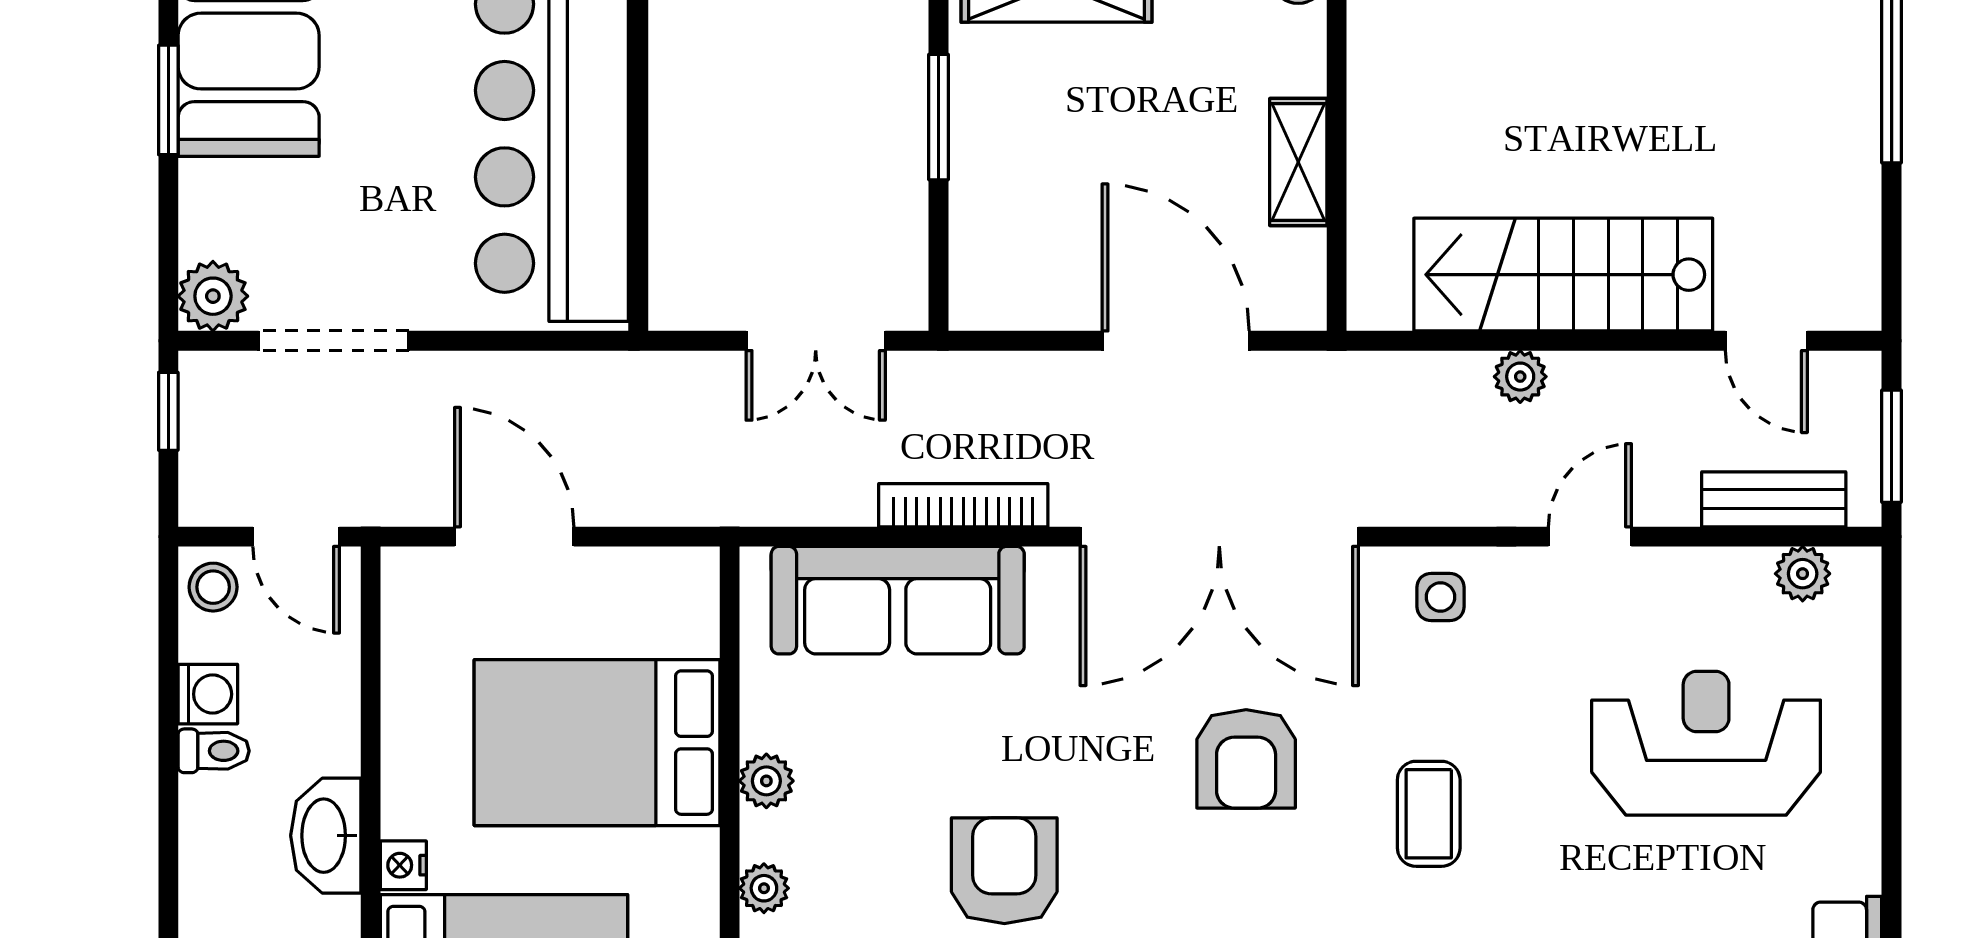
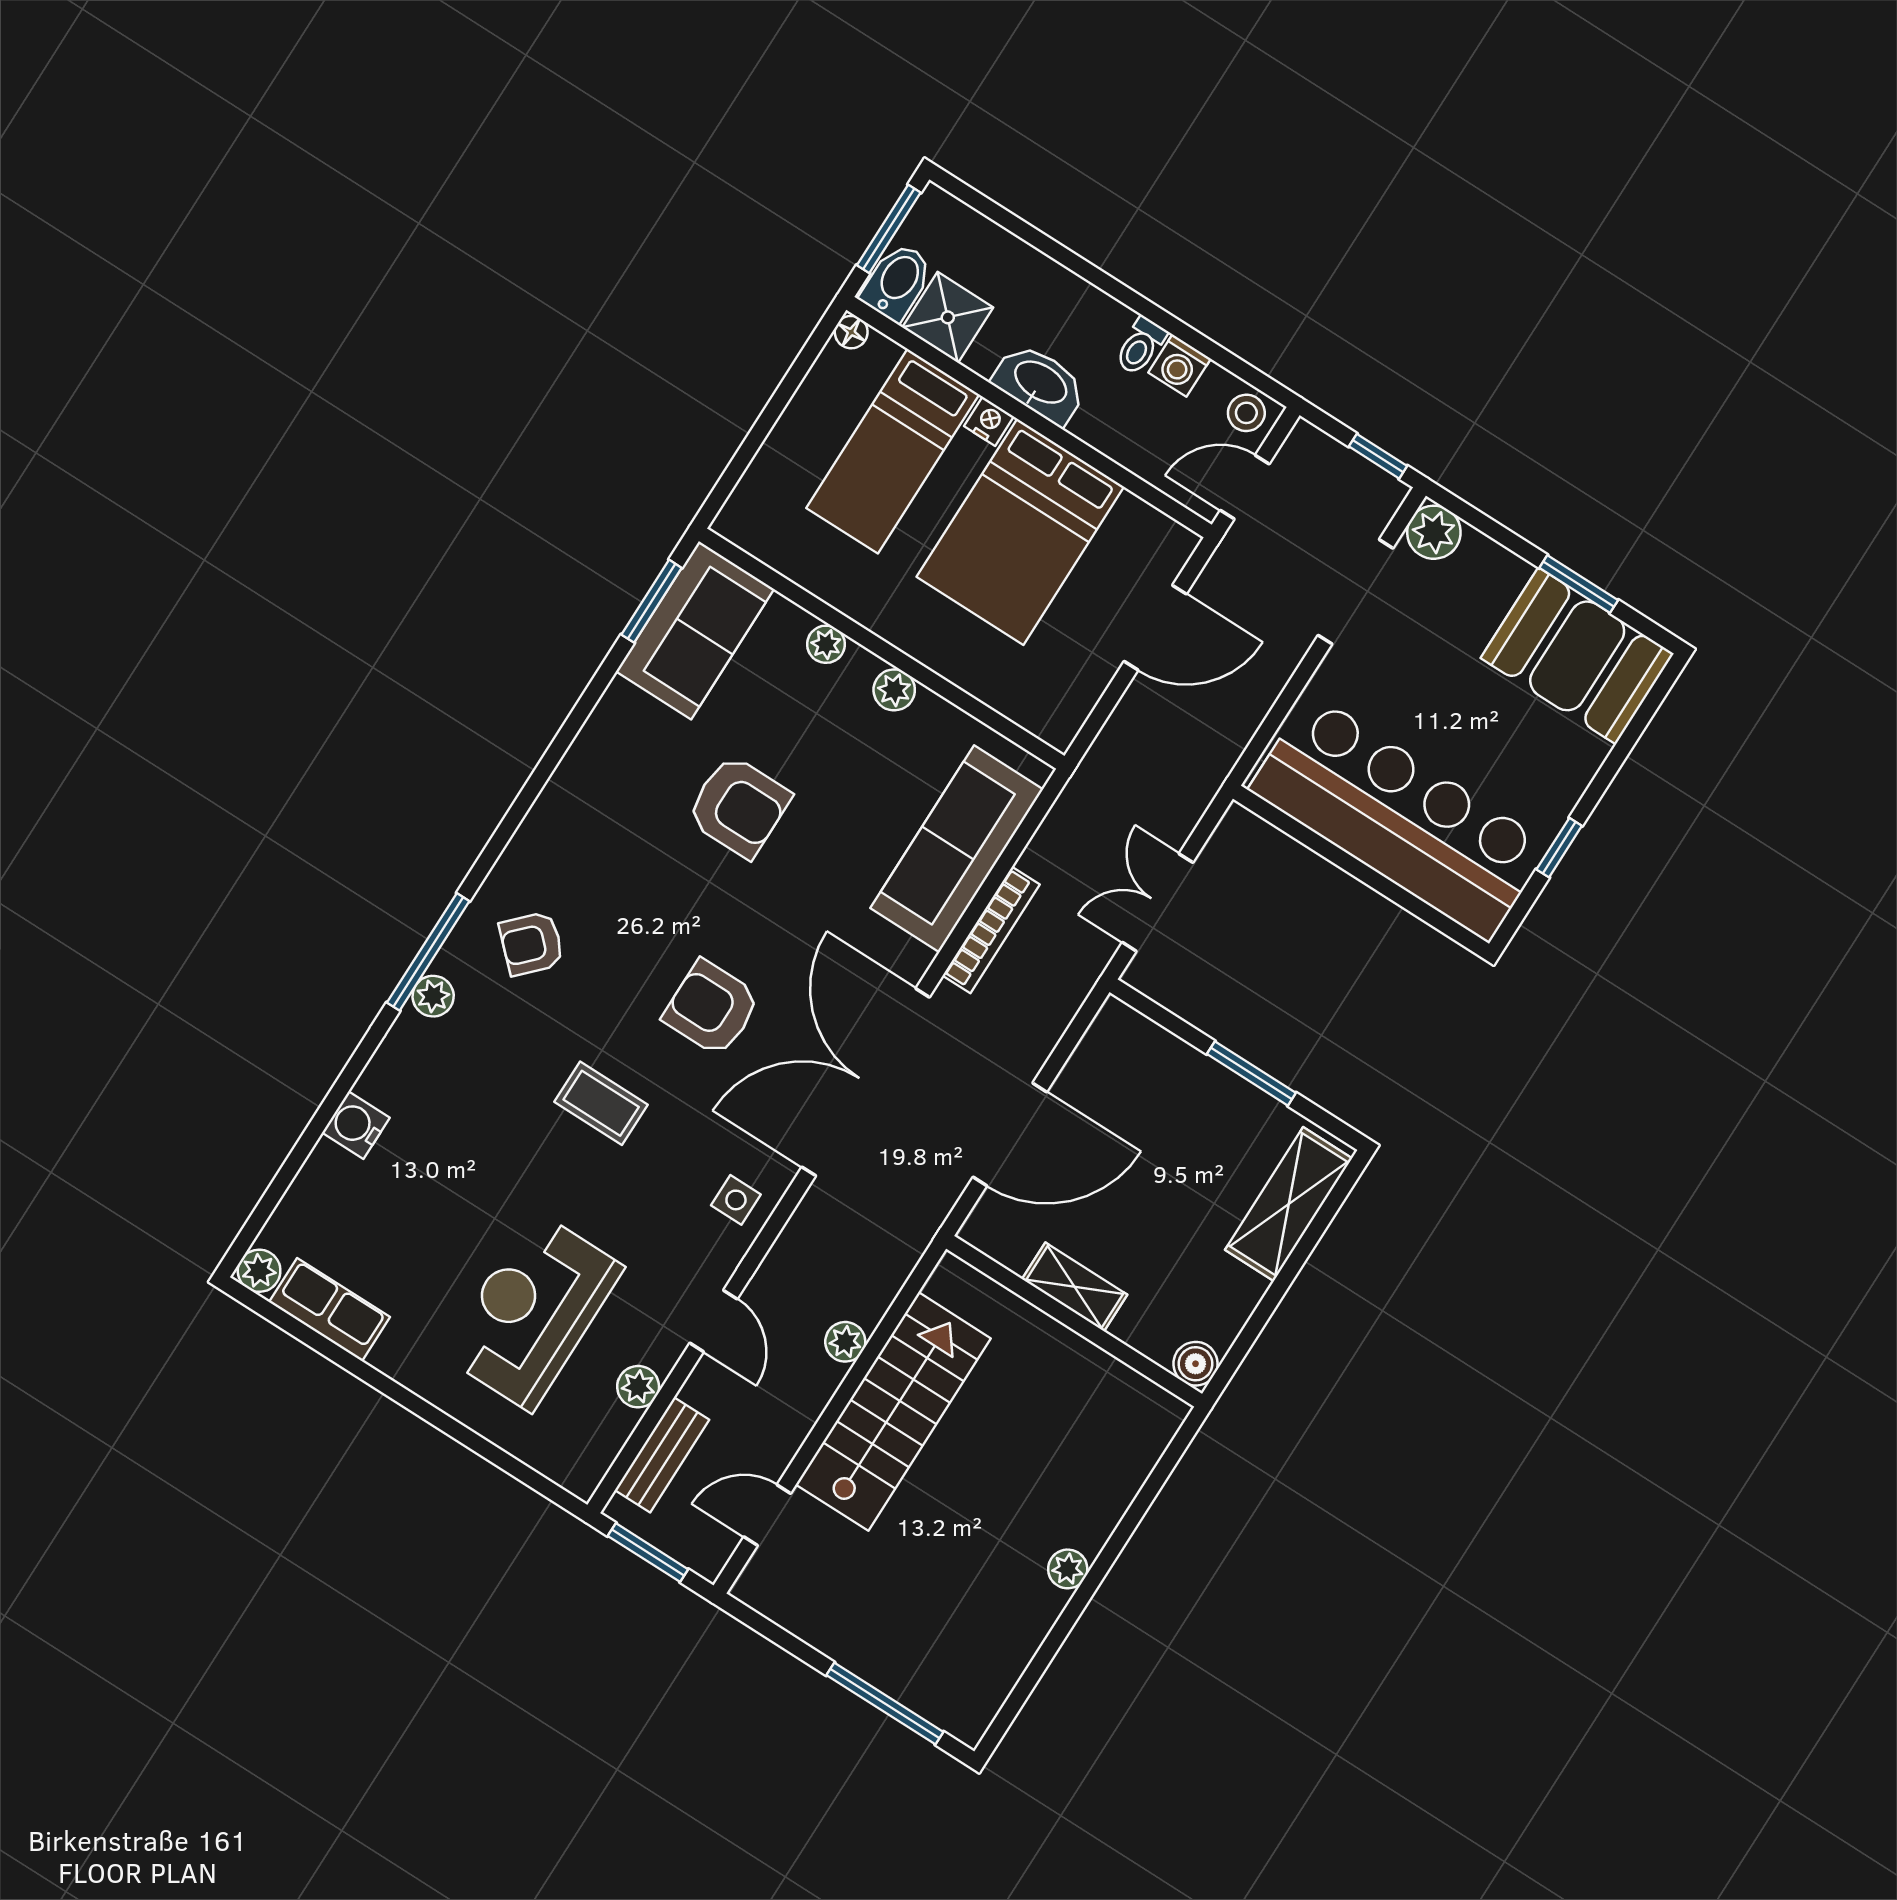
plant: (1803, 574) -> (638, 1387), moved
bed: (597, 743) -> (1020, 532), moved, turned 180
reception desk: (1706, 743) -> (533, 1311), turned 180

